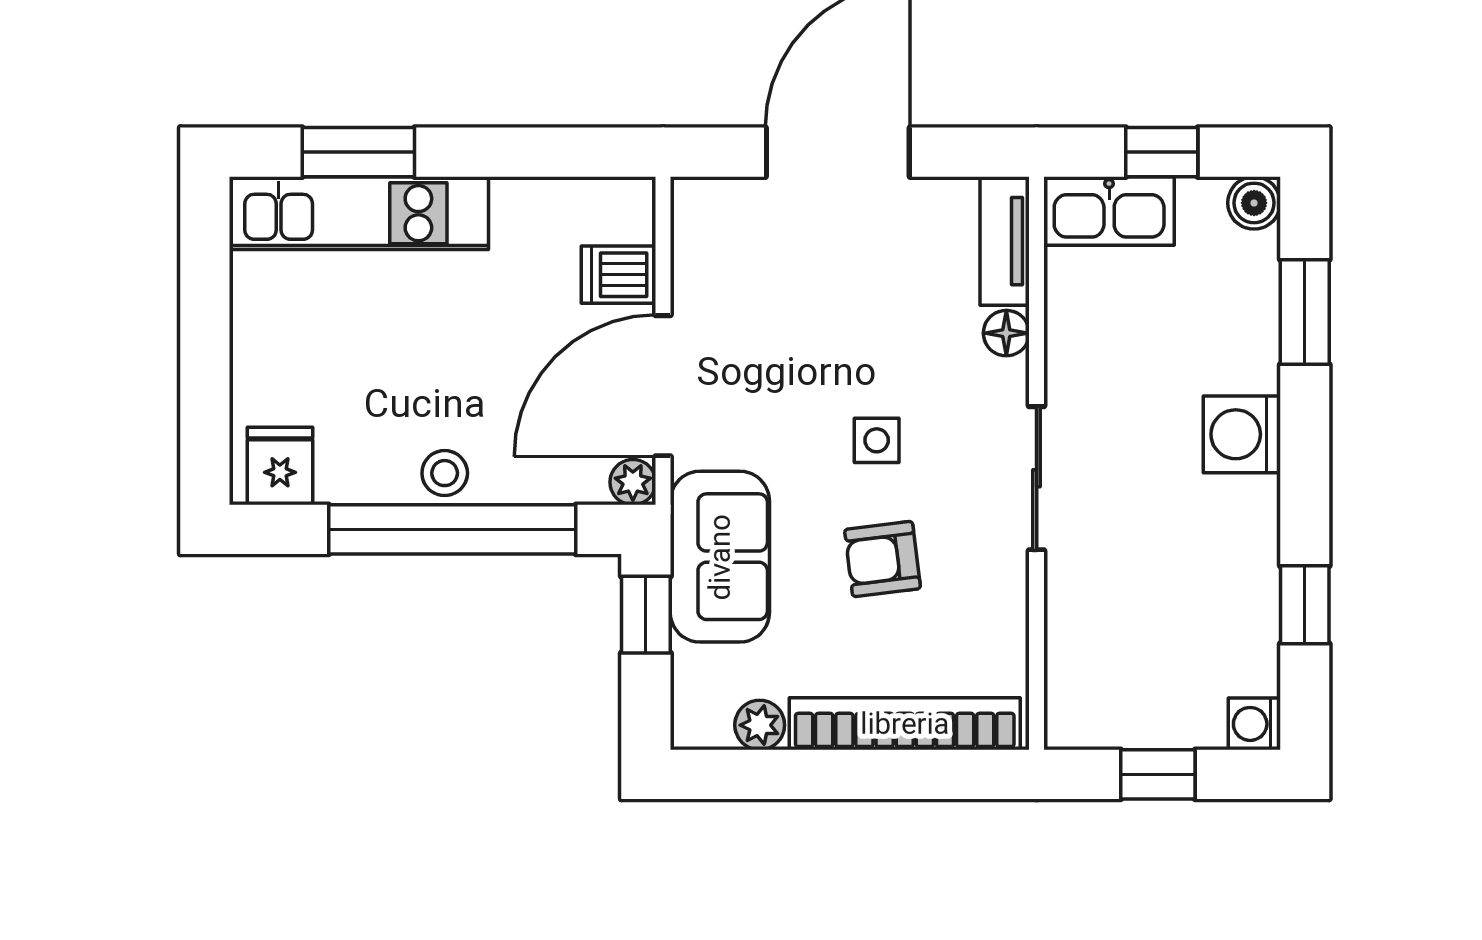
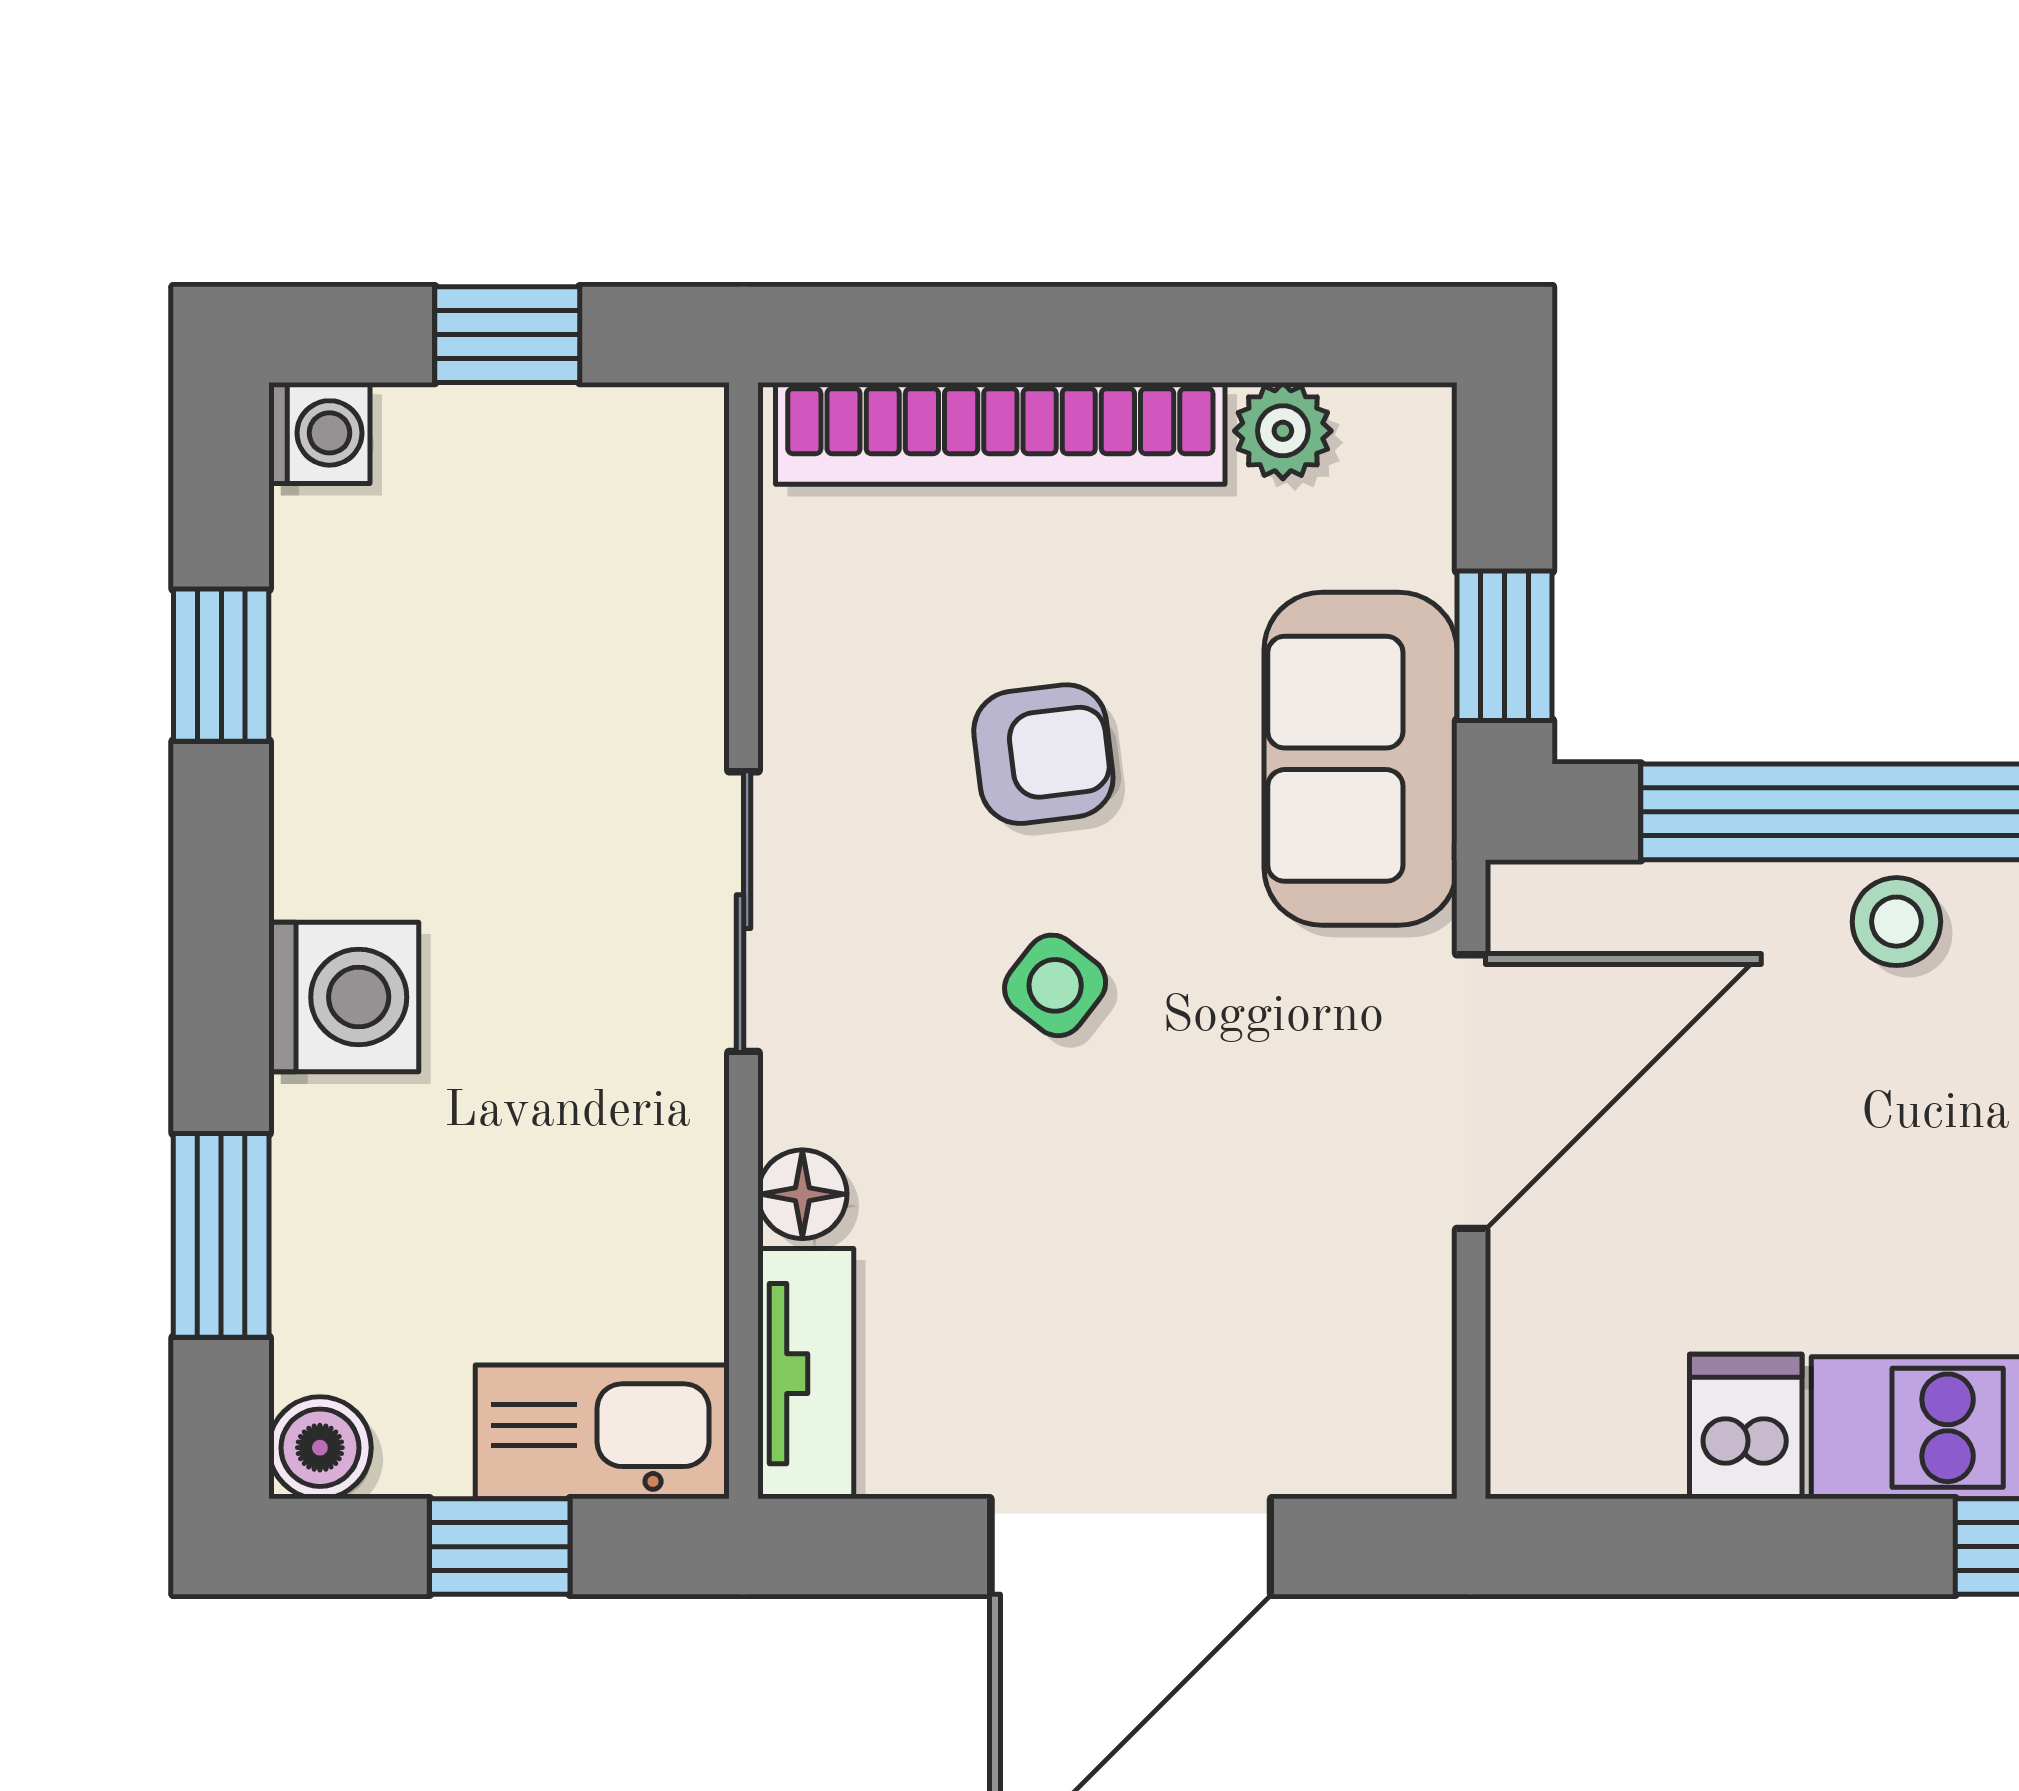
dishwasher: (619, 275) -> (1746, 1427), moved, turned -90
side table: (877, 440) -> (1055, 985), turned 38
plant: (633, 482) -> (1530, 904), removed

